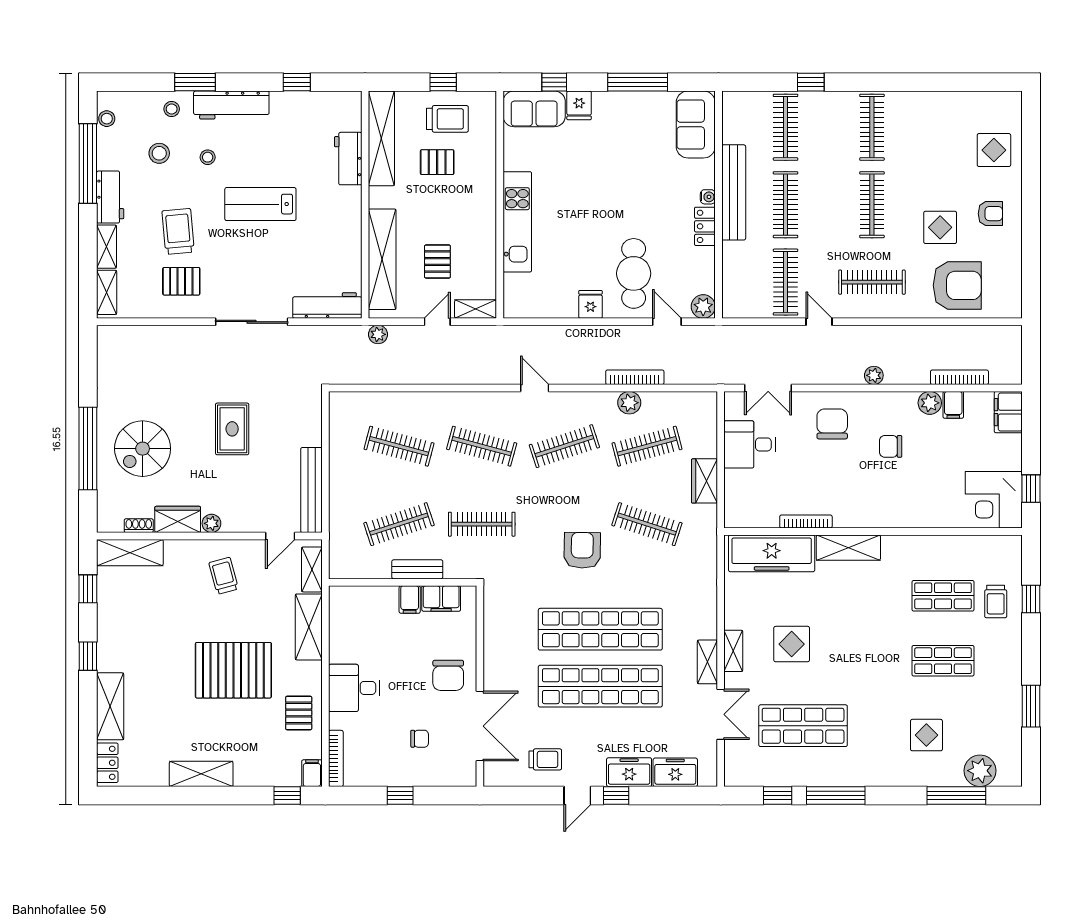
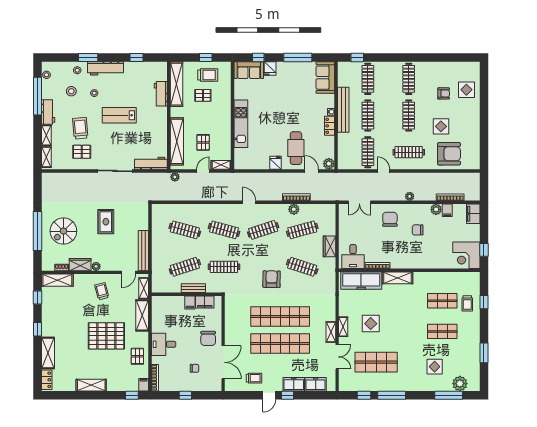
window: (811, 82) -> (357, 58), moved
armchair: (990, 214) -> (444, 93), moved
desk: (750, 444) -> (353, 257), moved, turned -90

